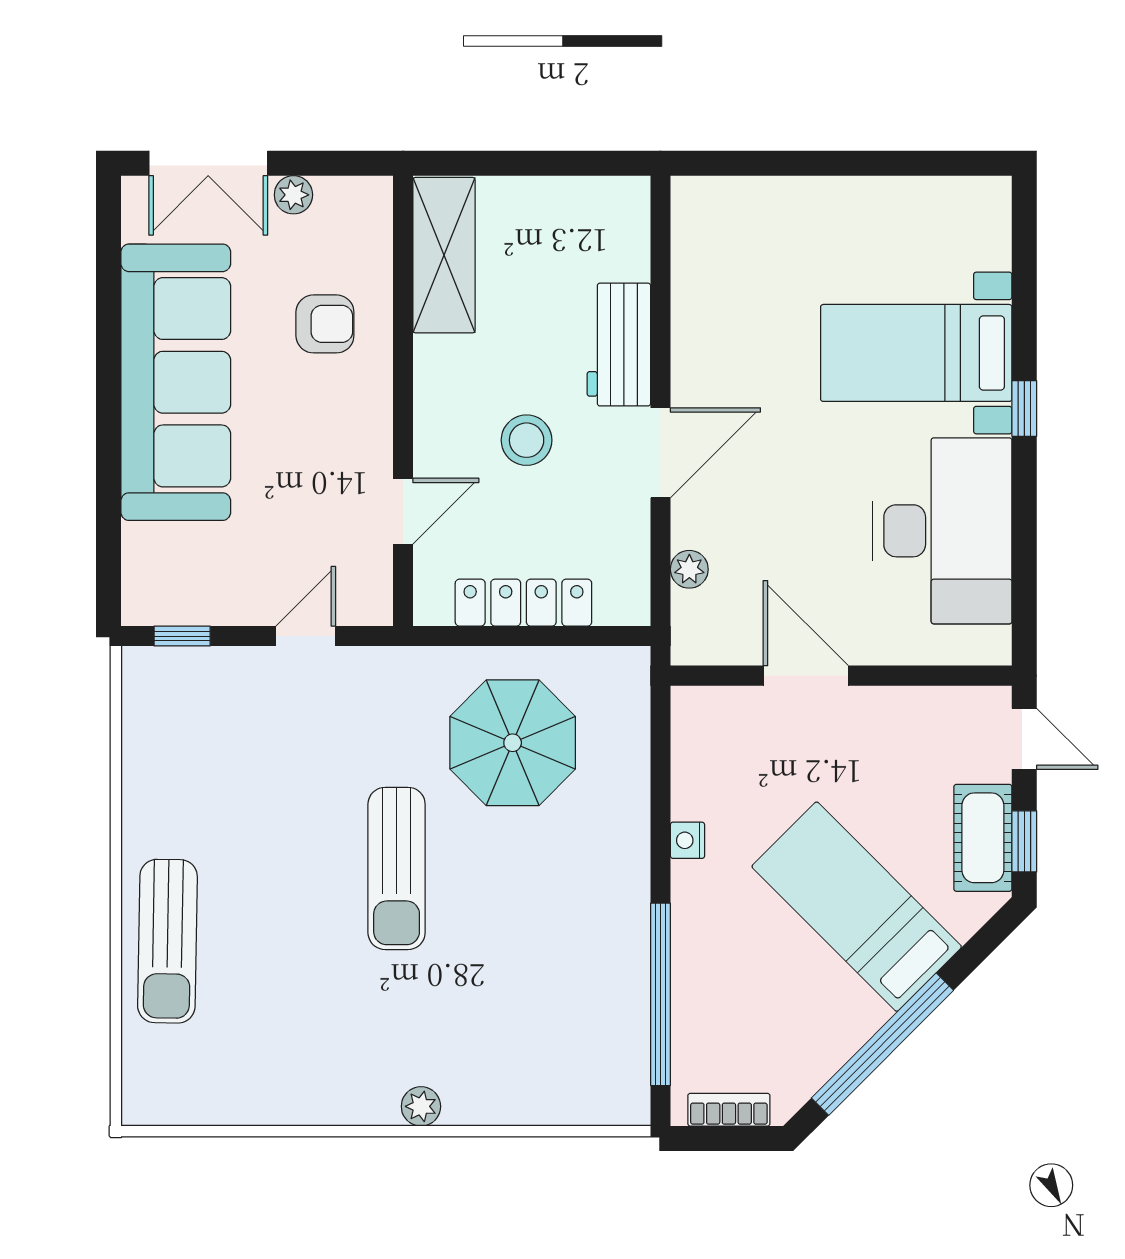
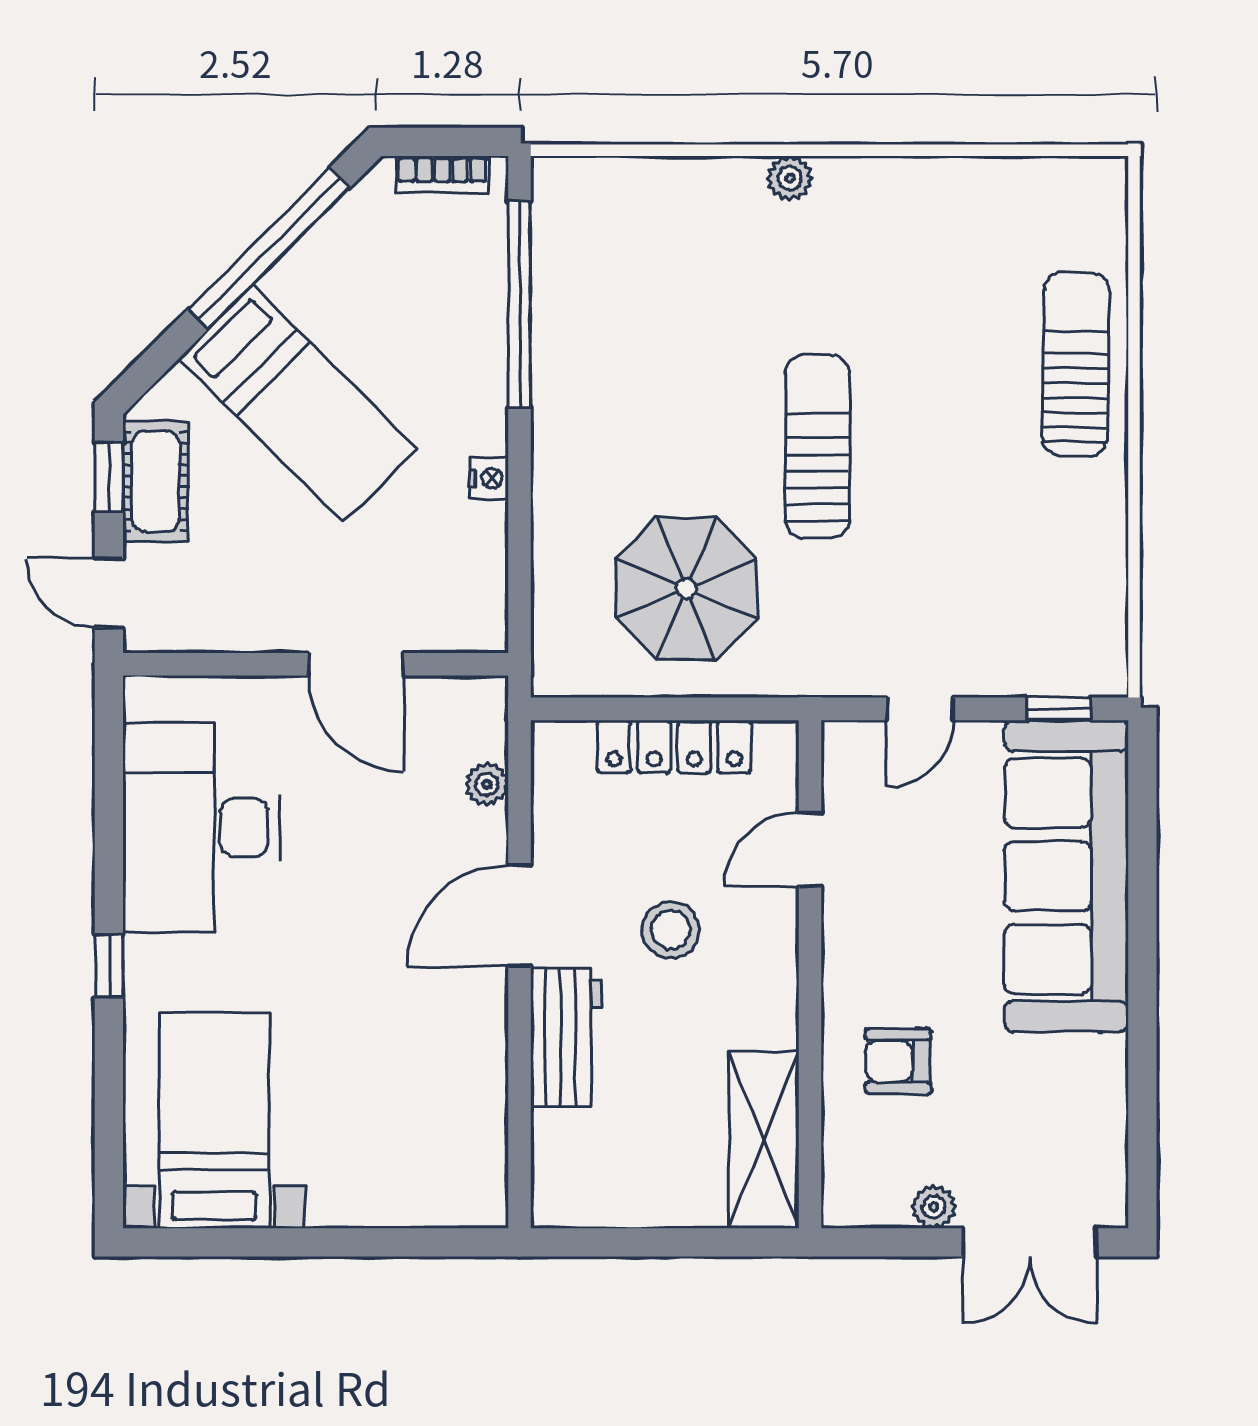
double door: (208, 163) -> (1030, 1242), swing flipped
bed with nightstands: (916, 353) -> (214, 1120), moved, turned -90
sofa: (176, 382) -> (1066, 876), moved

